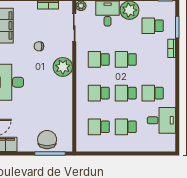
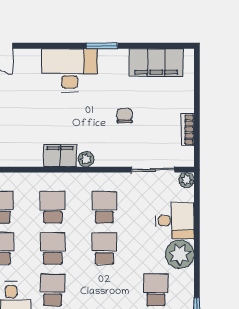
plant: (63, 67) -> (86, 159), width x0.53, depth x0.53
filing cabinet: (65, 88) -> (60, 156), added

